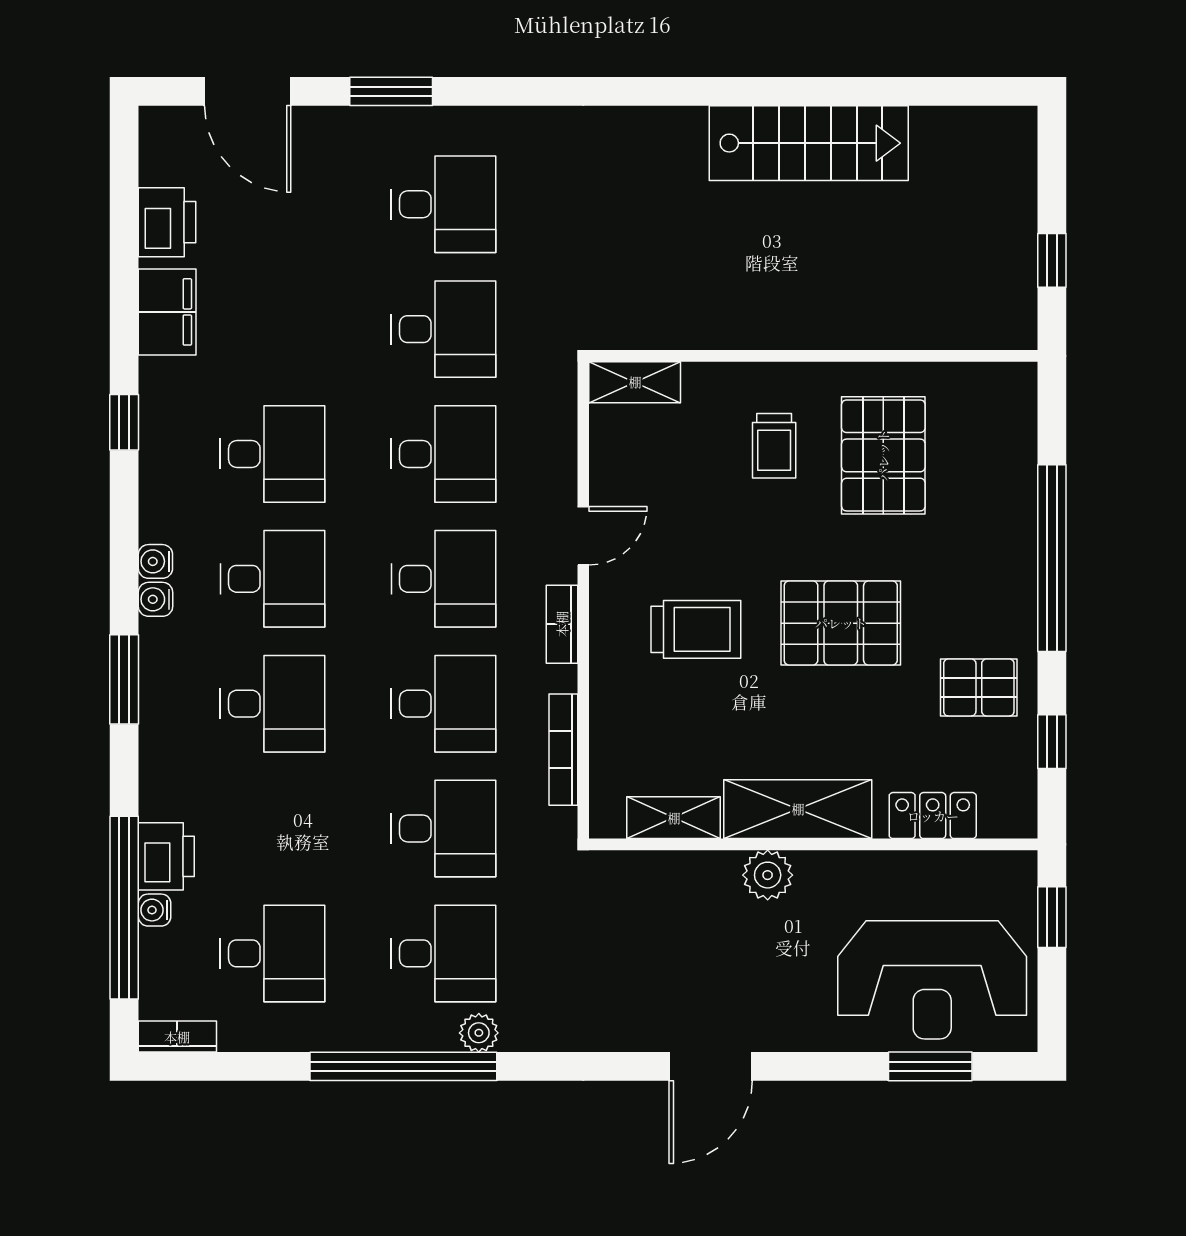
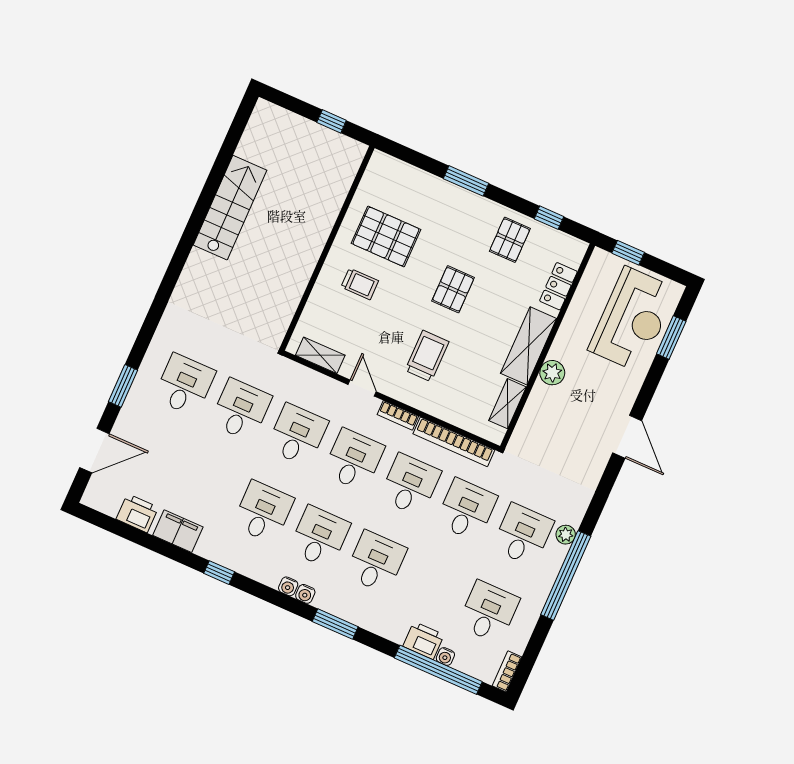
shelving: (635, 382) -> (320, 355), moved, turned 90
window: (1052, 558) -> (466, 181), width x0.47
pallet: (841, 623) -> (453, 289), width x0.67, depth x0.71
bookcase: (563, 750) -> (454, 442), width x1.48, depth x1.31

